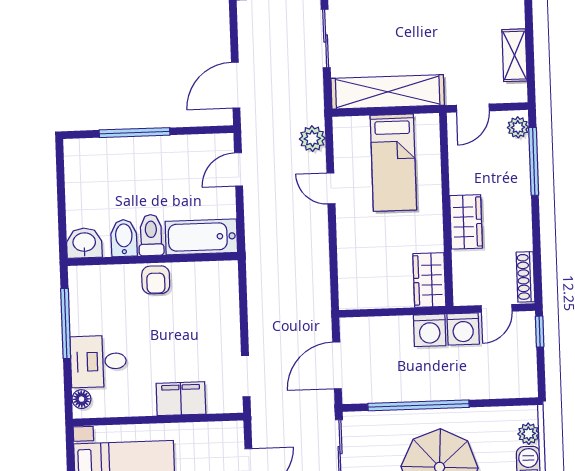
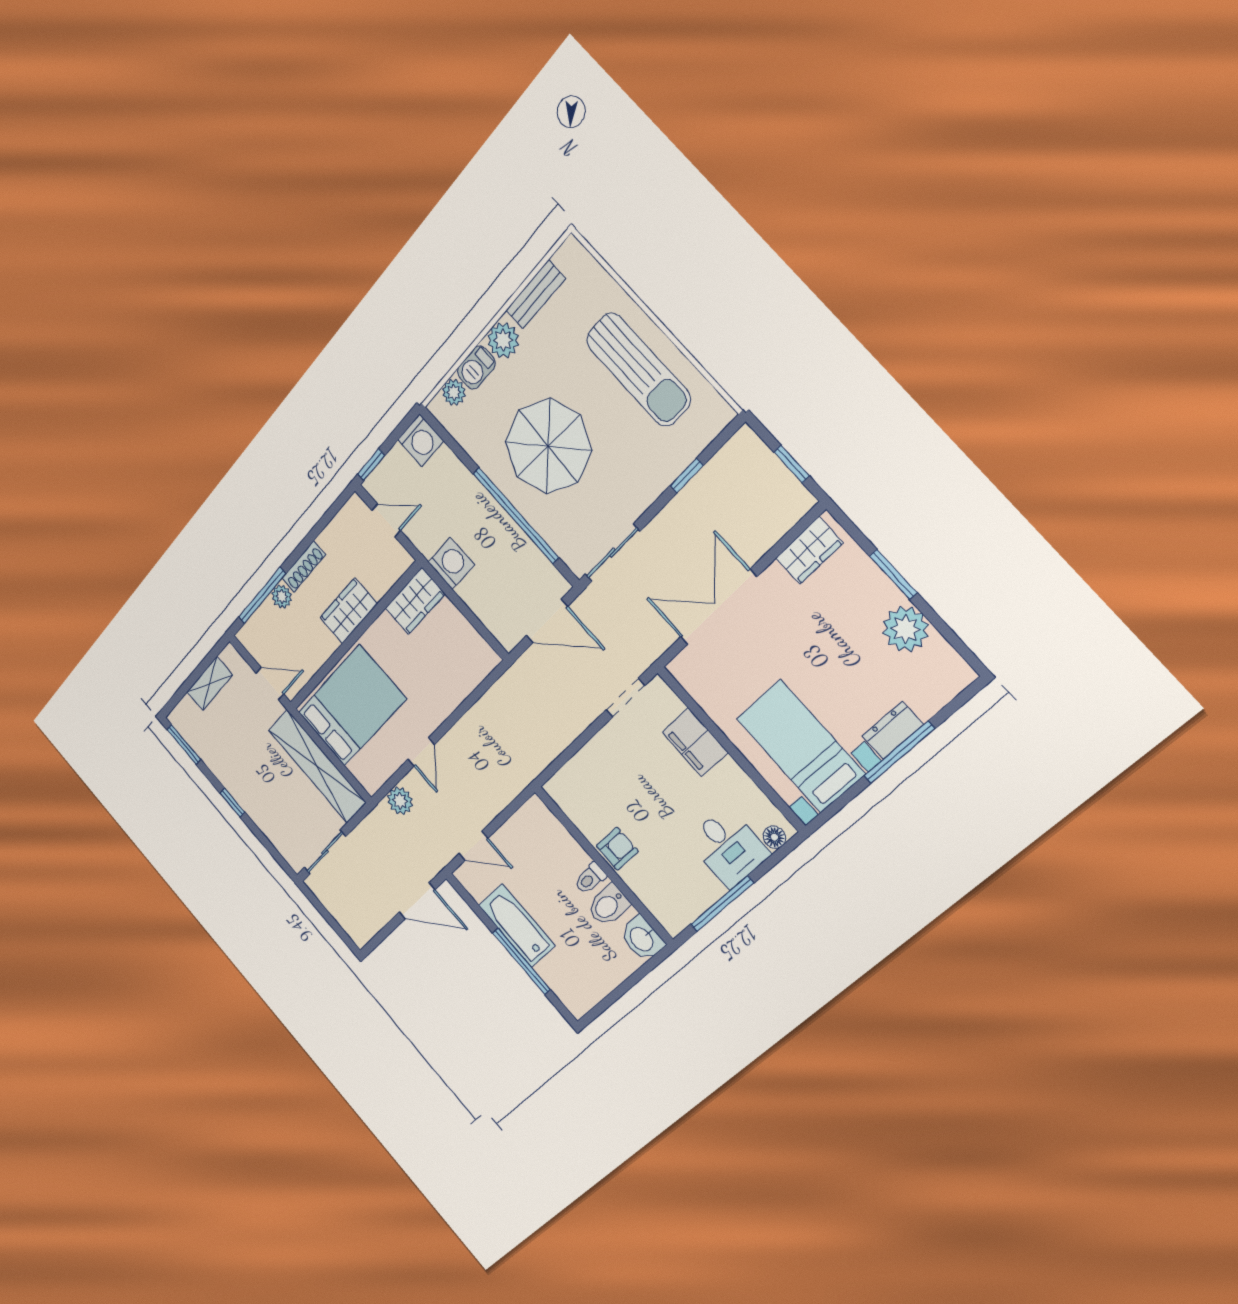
plant: (518, 127) -> (282, 597), moved
bed: (393, 163) -> (352, 706), width x1.50
toilet: (151, 235) -> (590, 878), width x0.73, depth x0.72
bathtub: (201, 237) -> (517, 926), moved, turned 180
shoe rack: (525, 277) -> (304, 567), moved
washing machine: (463, 329) -> (421, 440), moved, turned 90

